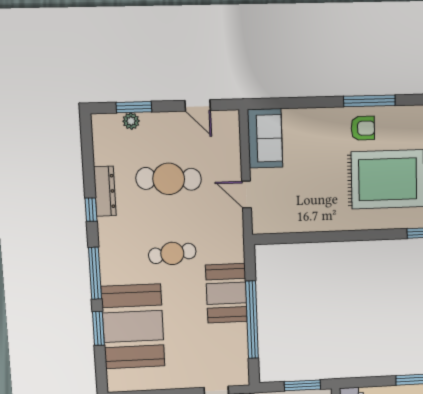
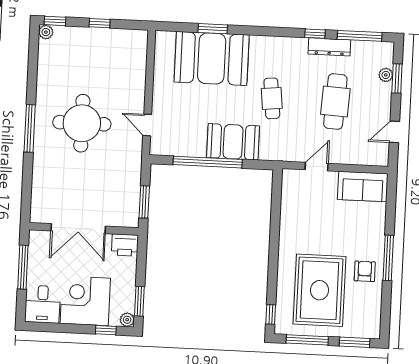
window: (369, 101) -> (388, 258), moved
armchair: (363, 128) -> (365, 271), turned 180
window: (95, 273) -> (360, 36), moved

